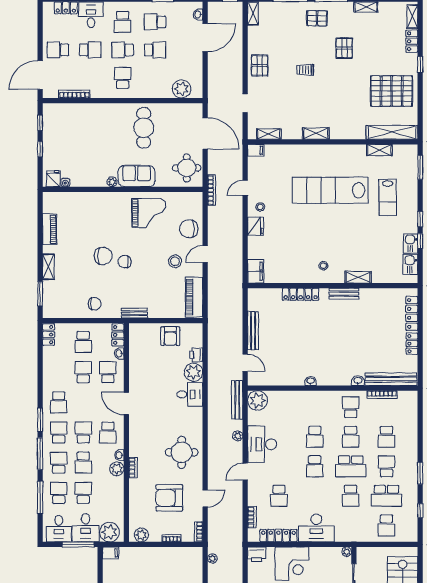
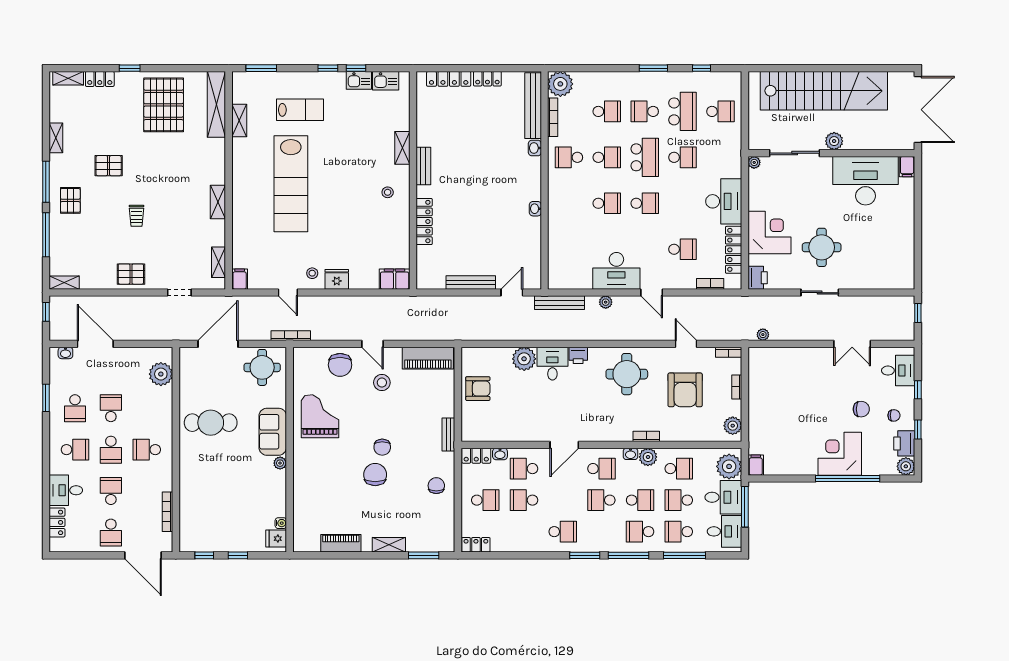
printer: (196, 355) -> (578, 355), moved
plant: (258, 400) -> (560, 84), moved
school desk: (59, 433) -> (679, 469), moved, turned 180

